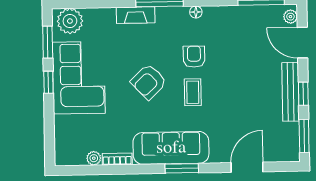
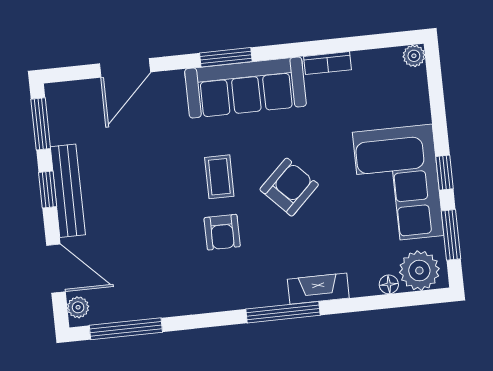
floor lamp: (196, 12) -> (389, 284), moved
plant: (94, 158) -> (414, 56), moved

